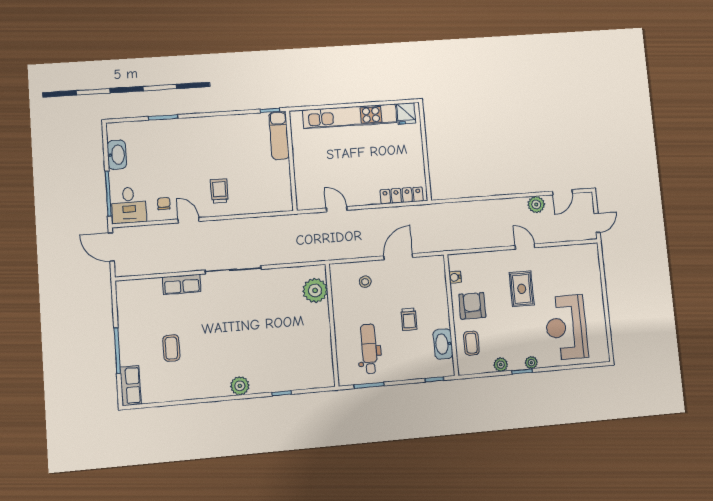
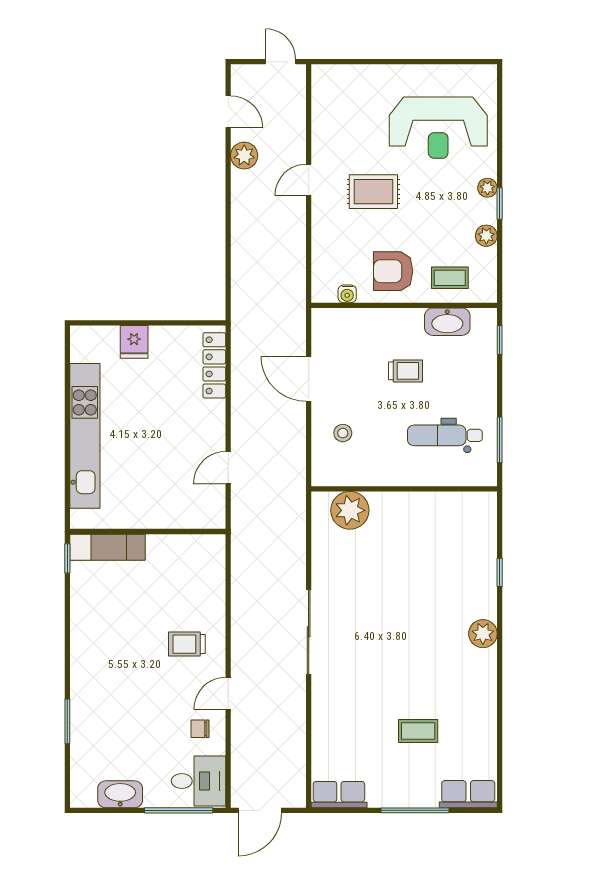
fridge: (406, 113) -> (134, 342), moved, turned 90
row of seats: (182, 284) -> (339, 795), moved, turned -90

